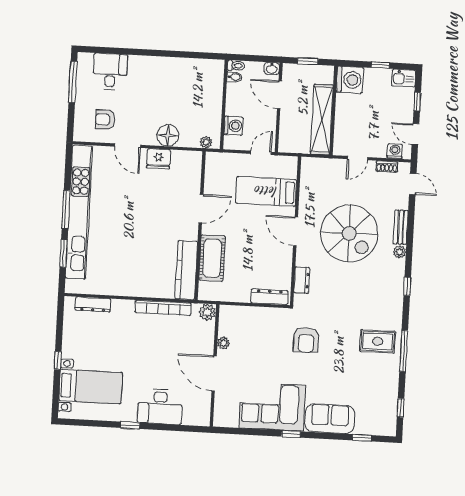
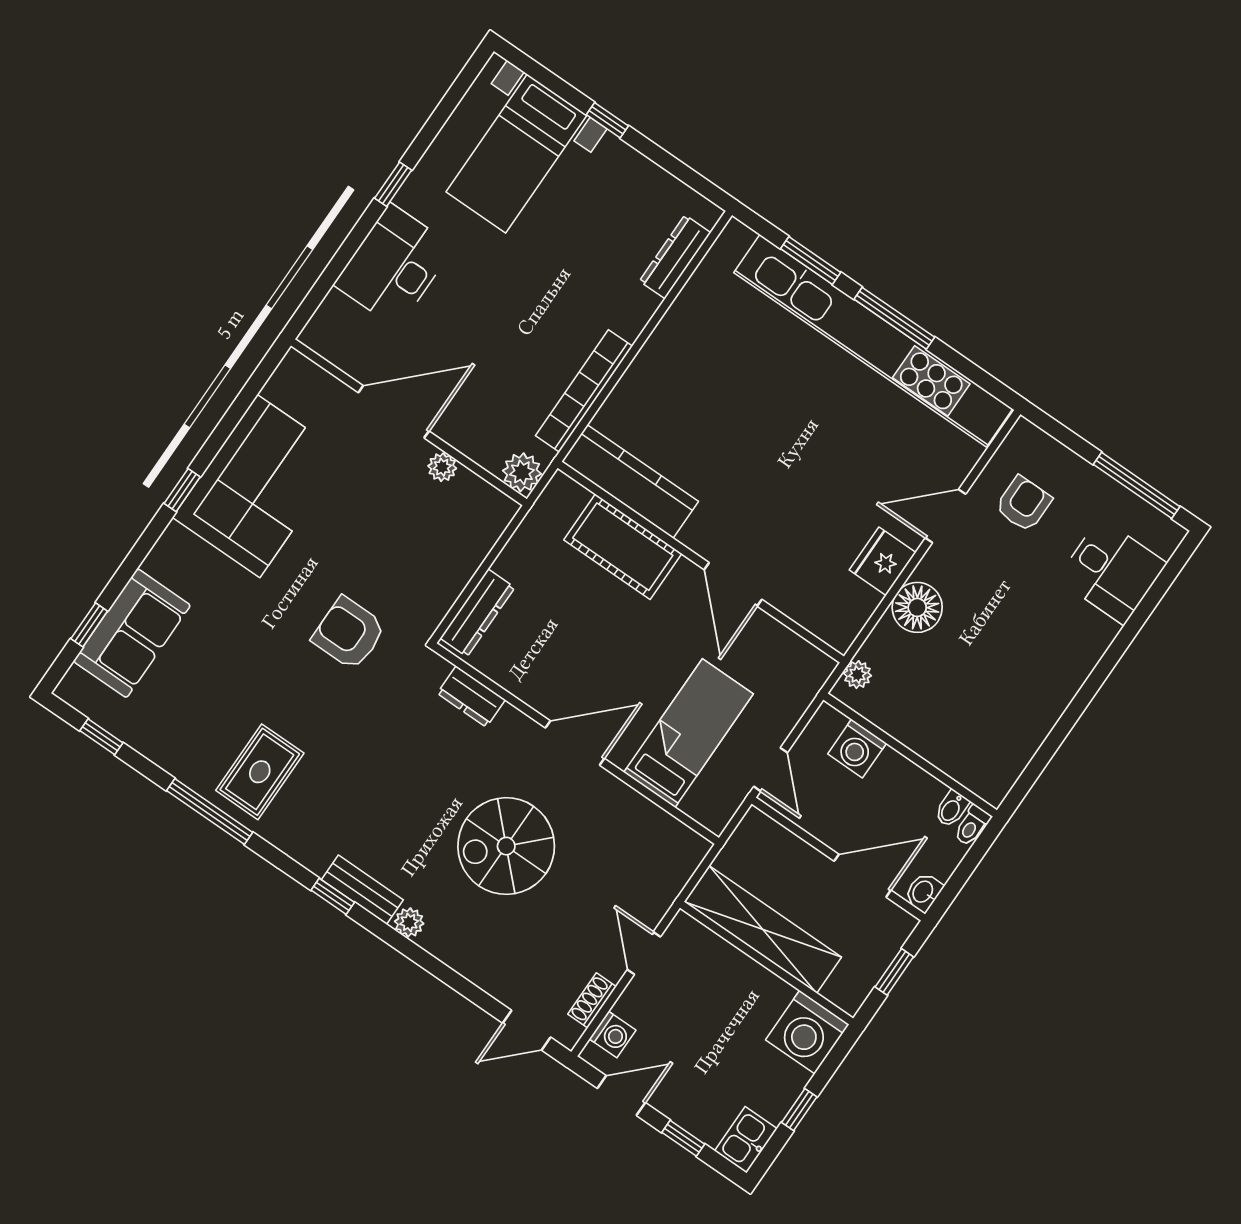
bench: (401, 227) -> (362, 890), moved
spiral stairs: (349, 233) -> (506, 846), width x0.73, depth x0.73
sofa: (330, 419) -> (132, 633), moved

